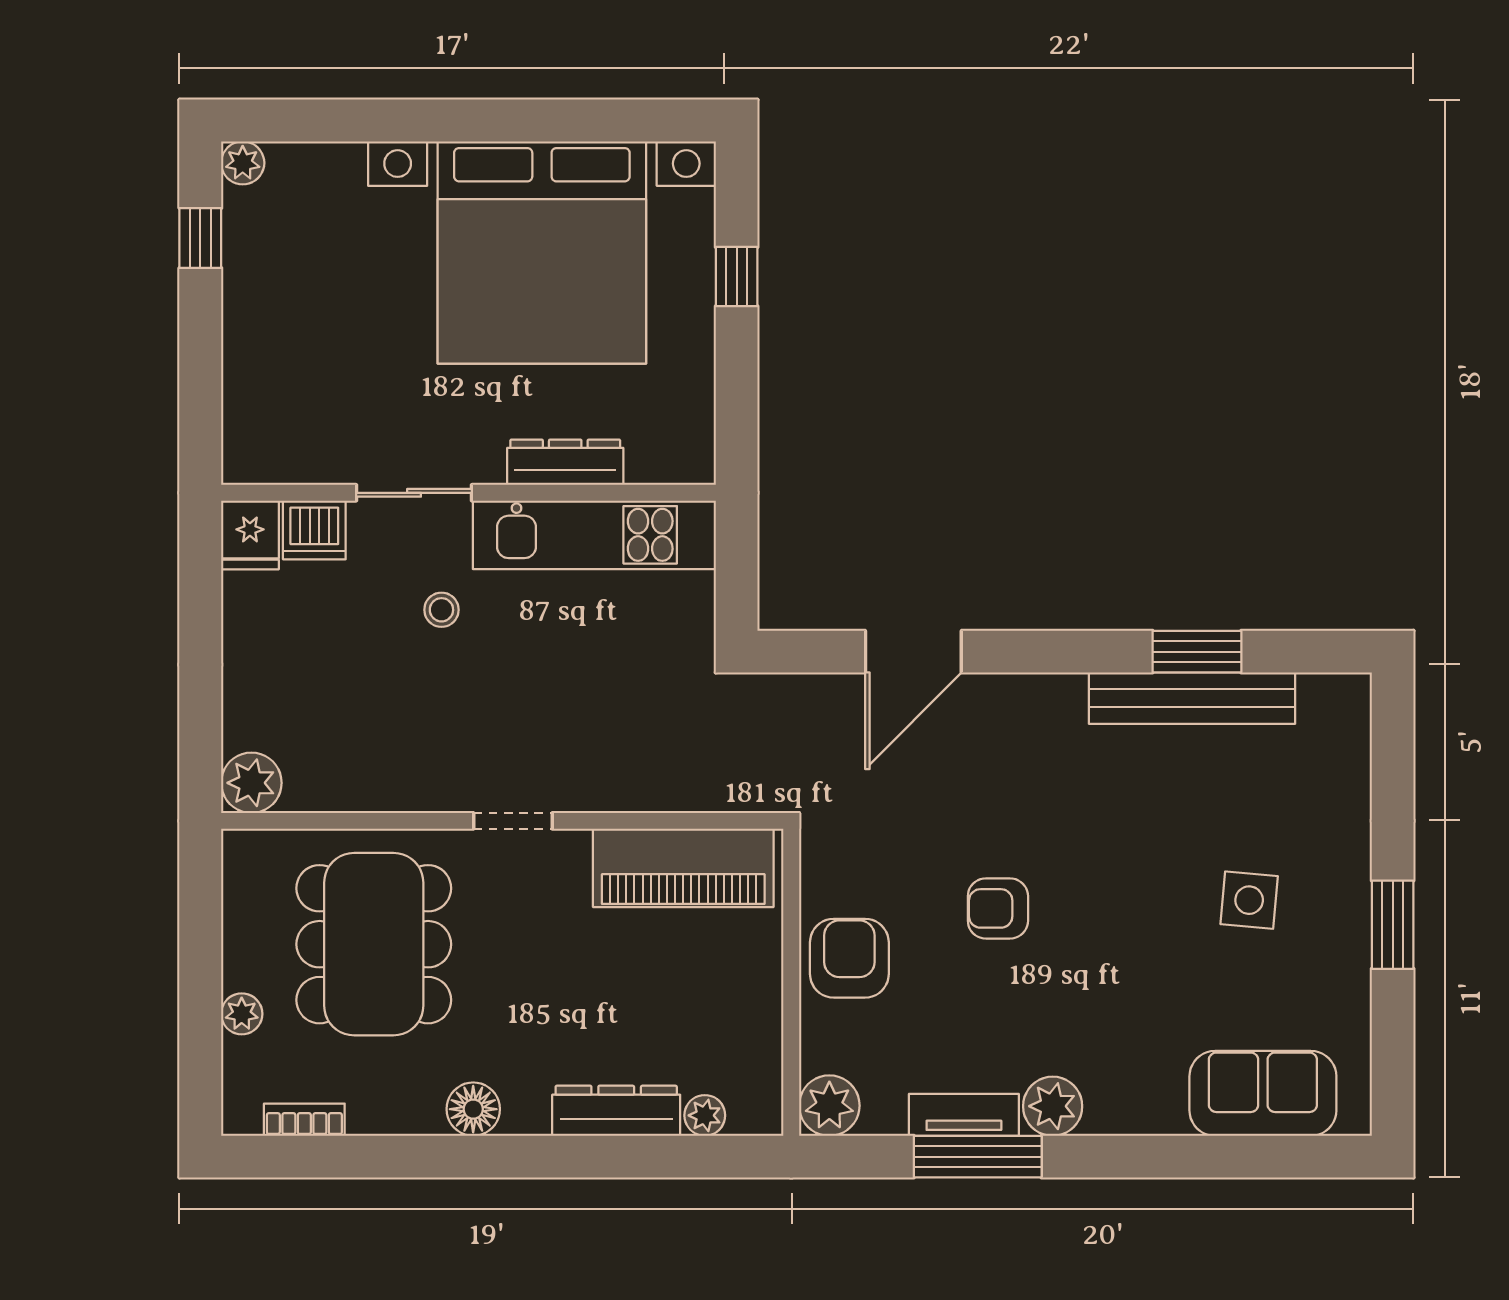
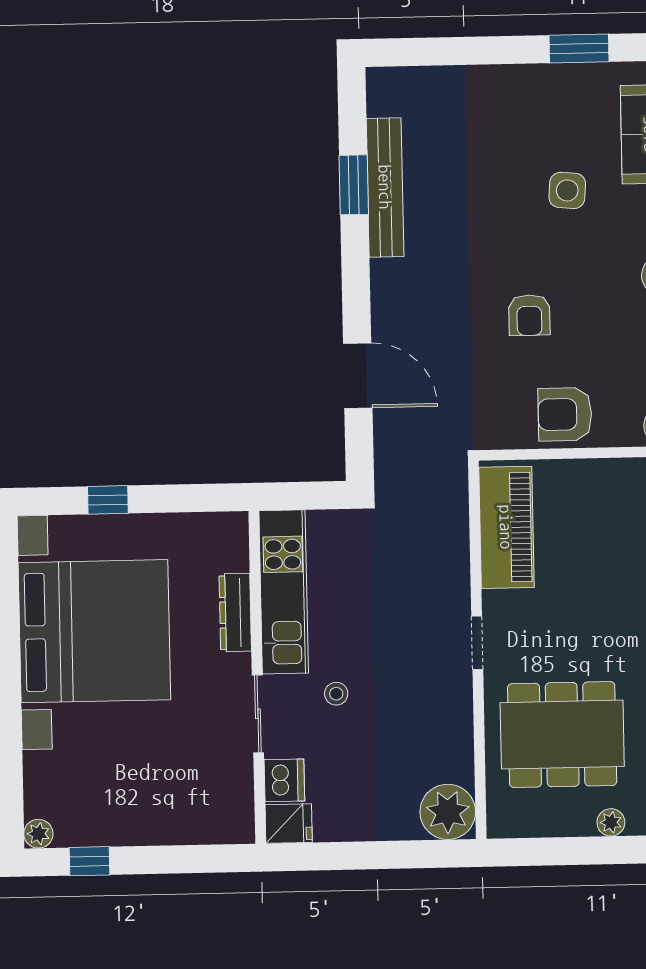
plant: (251, 783) -> (448, 812), width x1.36, depth x1.36
side table: (1249, 900) -> (567, 190), moved
window: (1393, 925) -> (579, 48), moved

